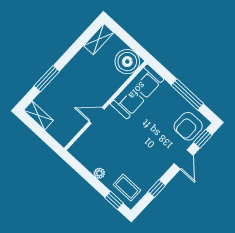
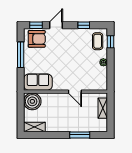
sofa: (137, 91) -> (38, 82), width x0.73
shelving: (38, 115) -> (103, 108), moved

